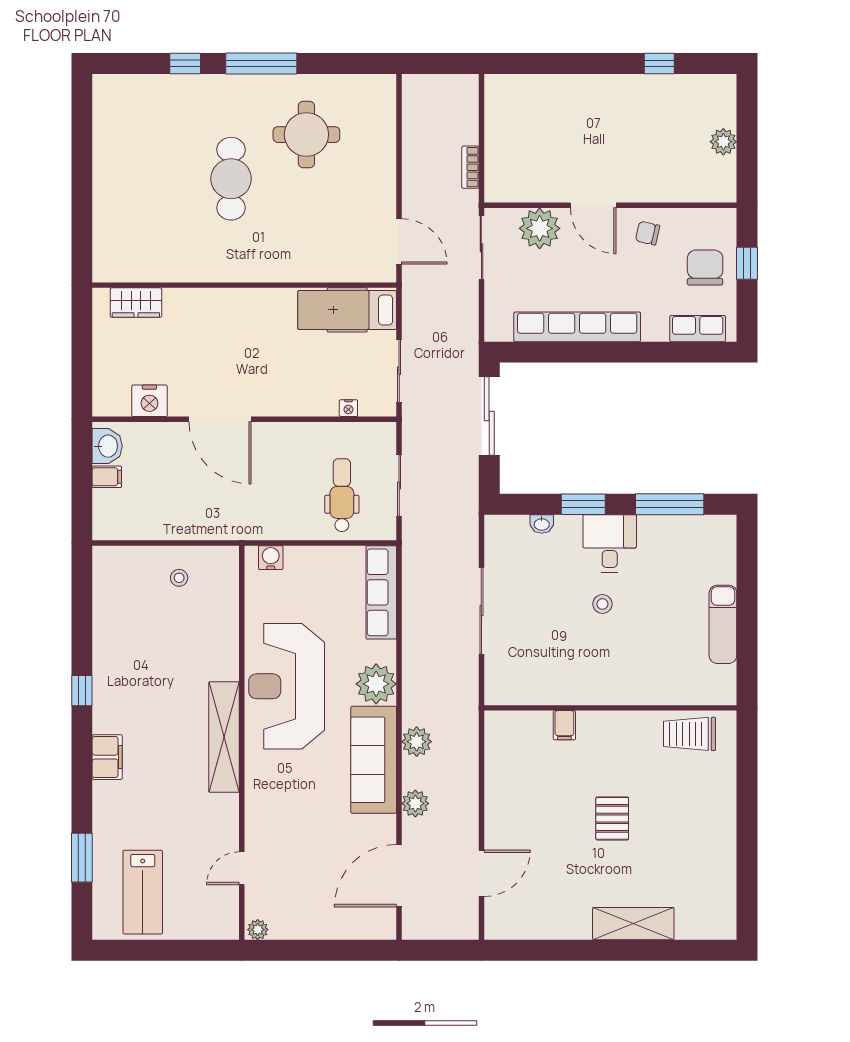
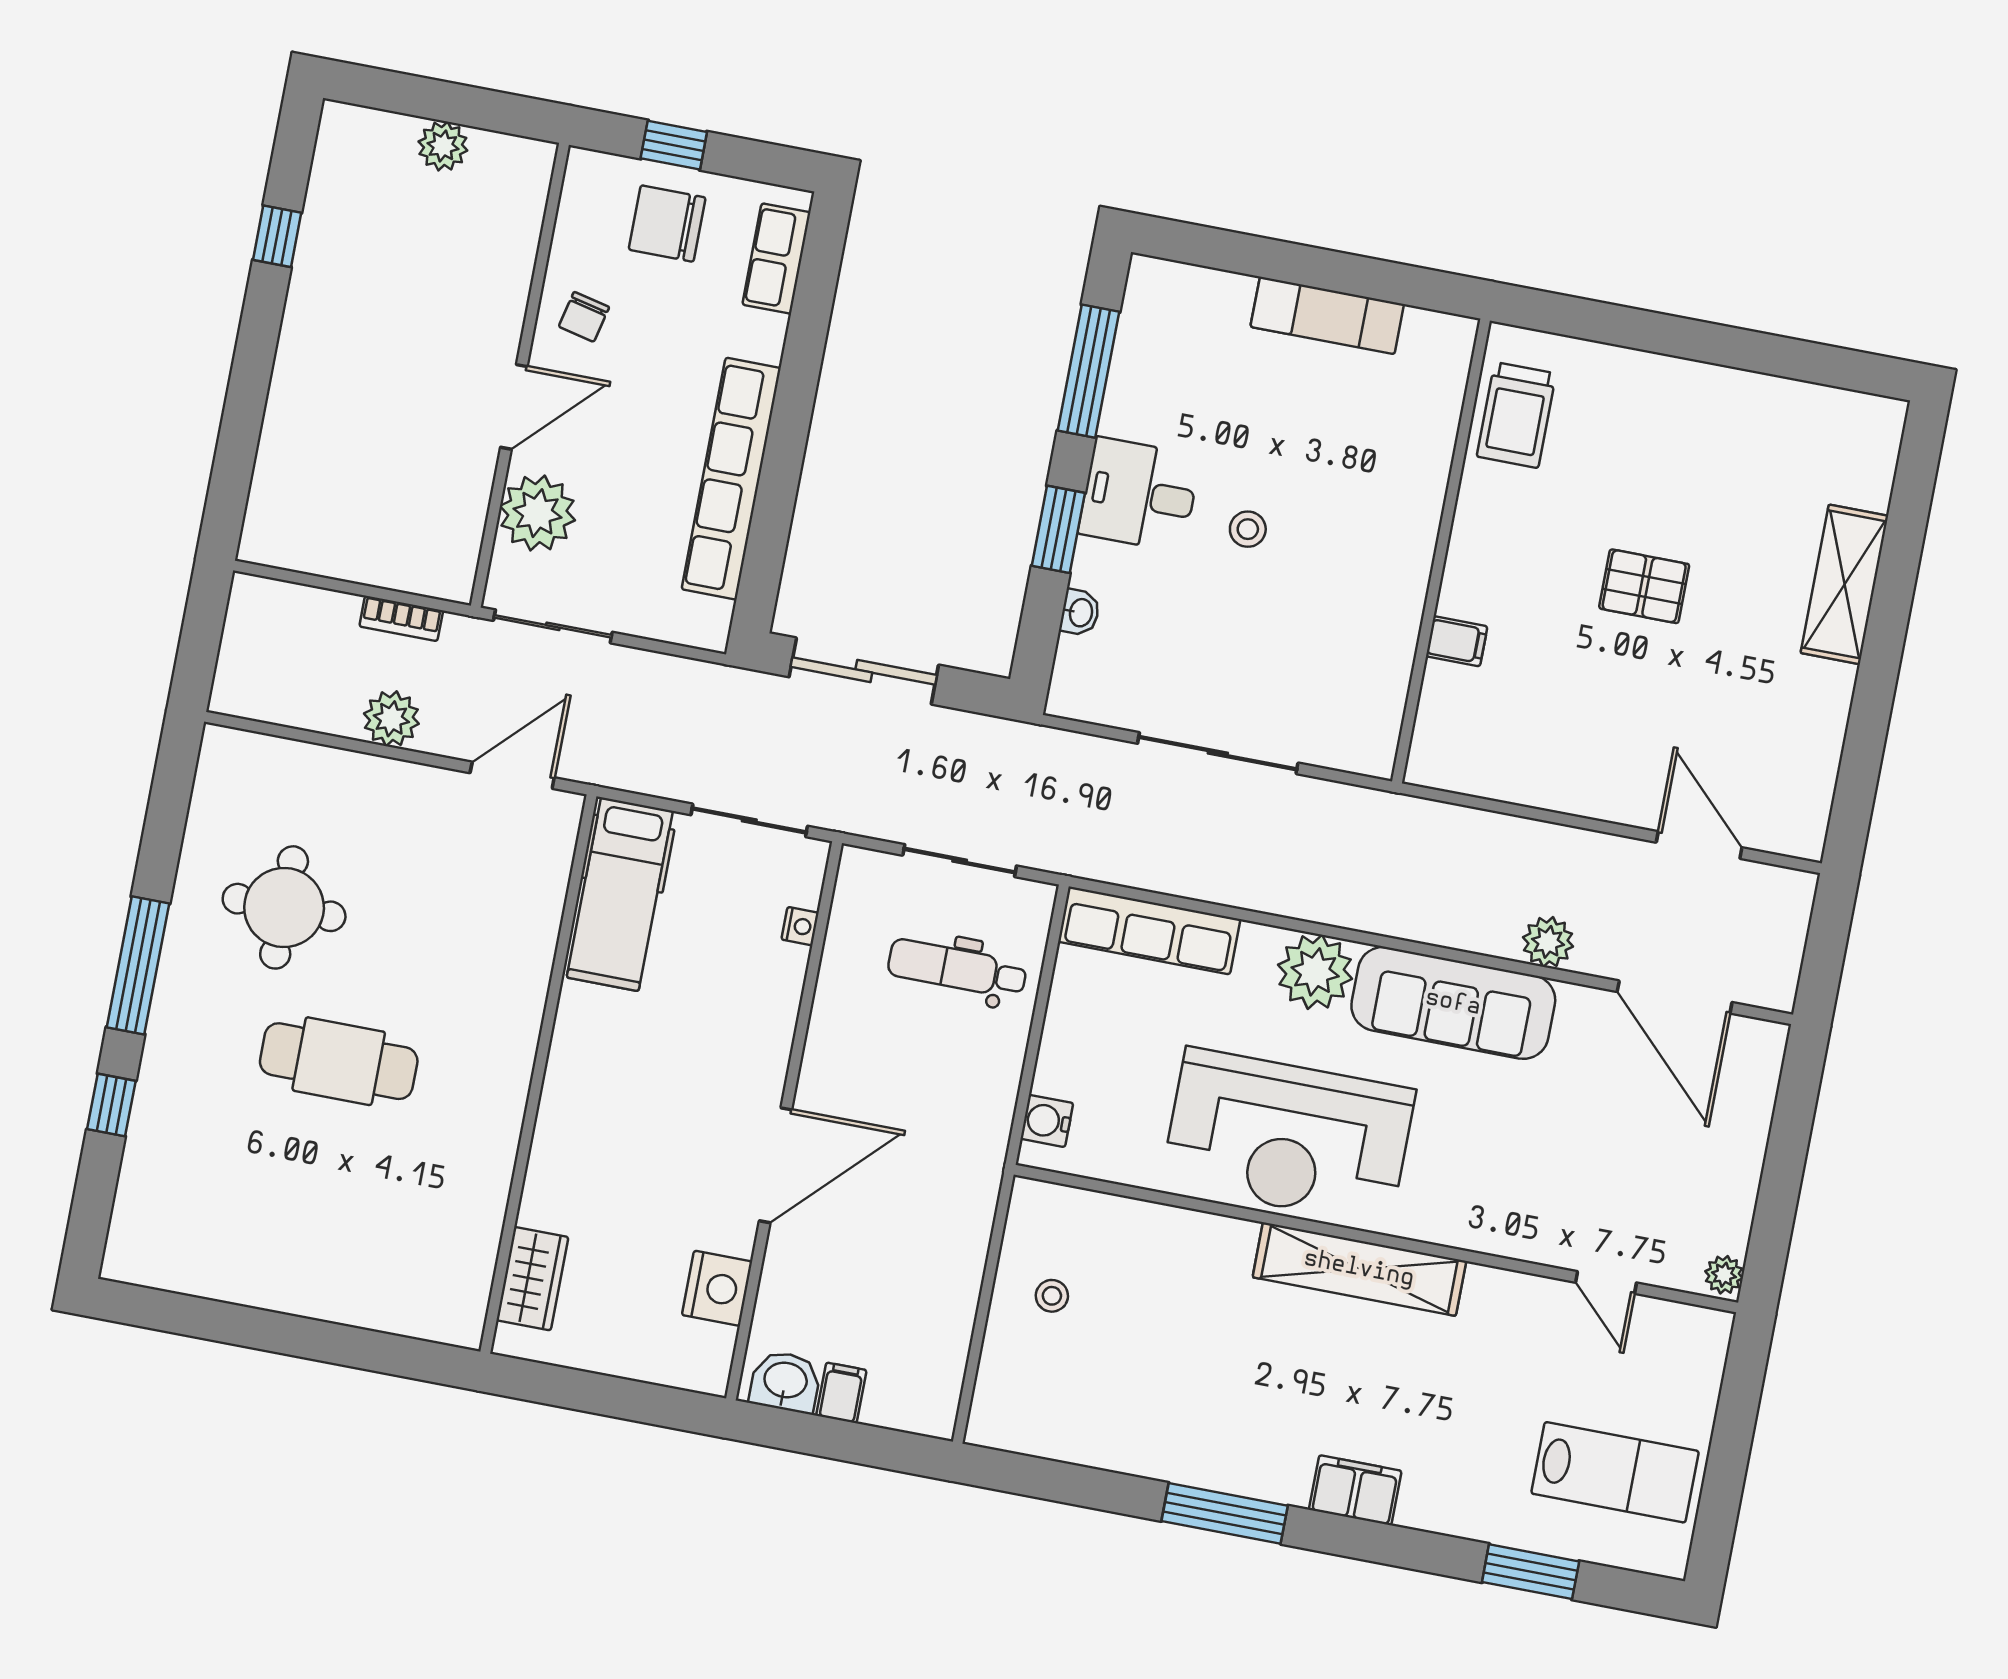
window: (82, 691) -> (1225, 1513), width x2.17
plant: (417, 742) -> (391, 719), moved

